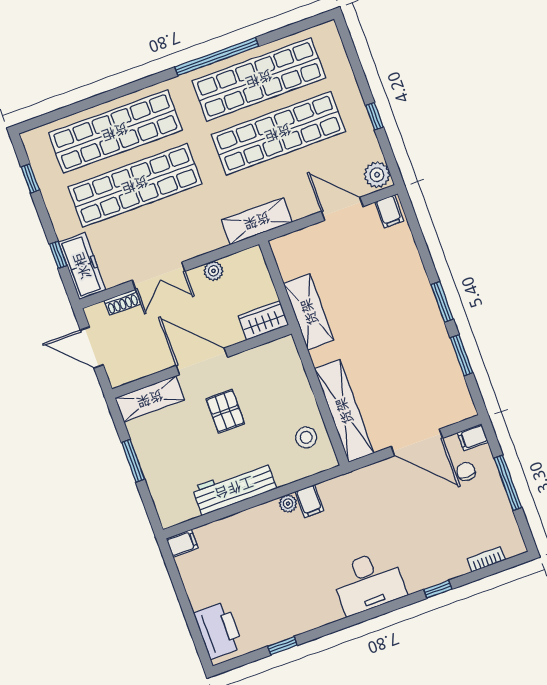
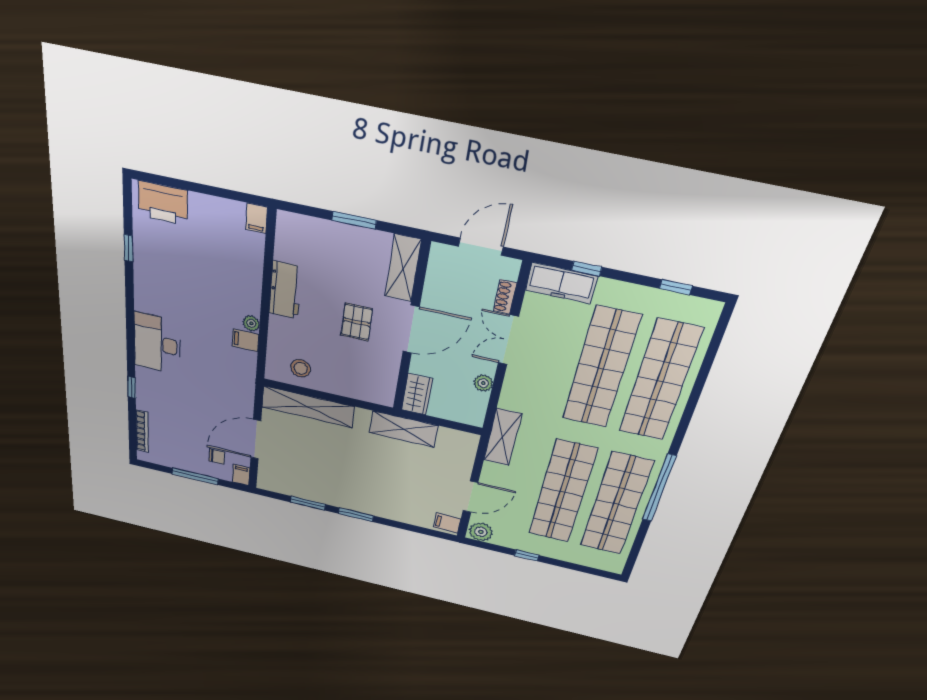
pallet: (225, 411) -> (357, 322), turned 90
workbench: (234, 488) -> (285, 290), width x0.73
bookcase: (486, 559) -> (142, 431), width x1.56

